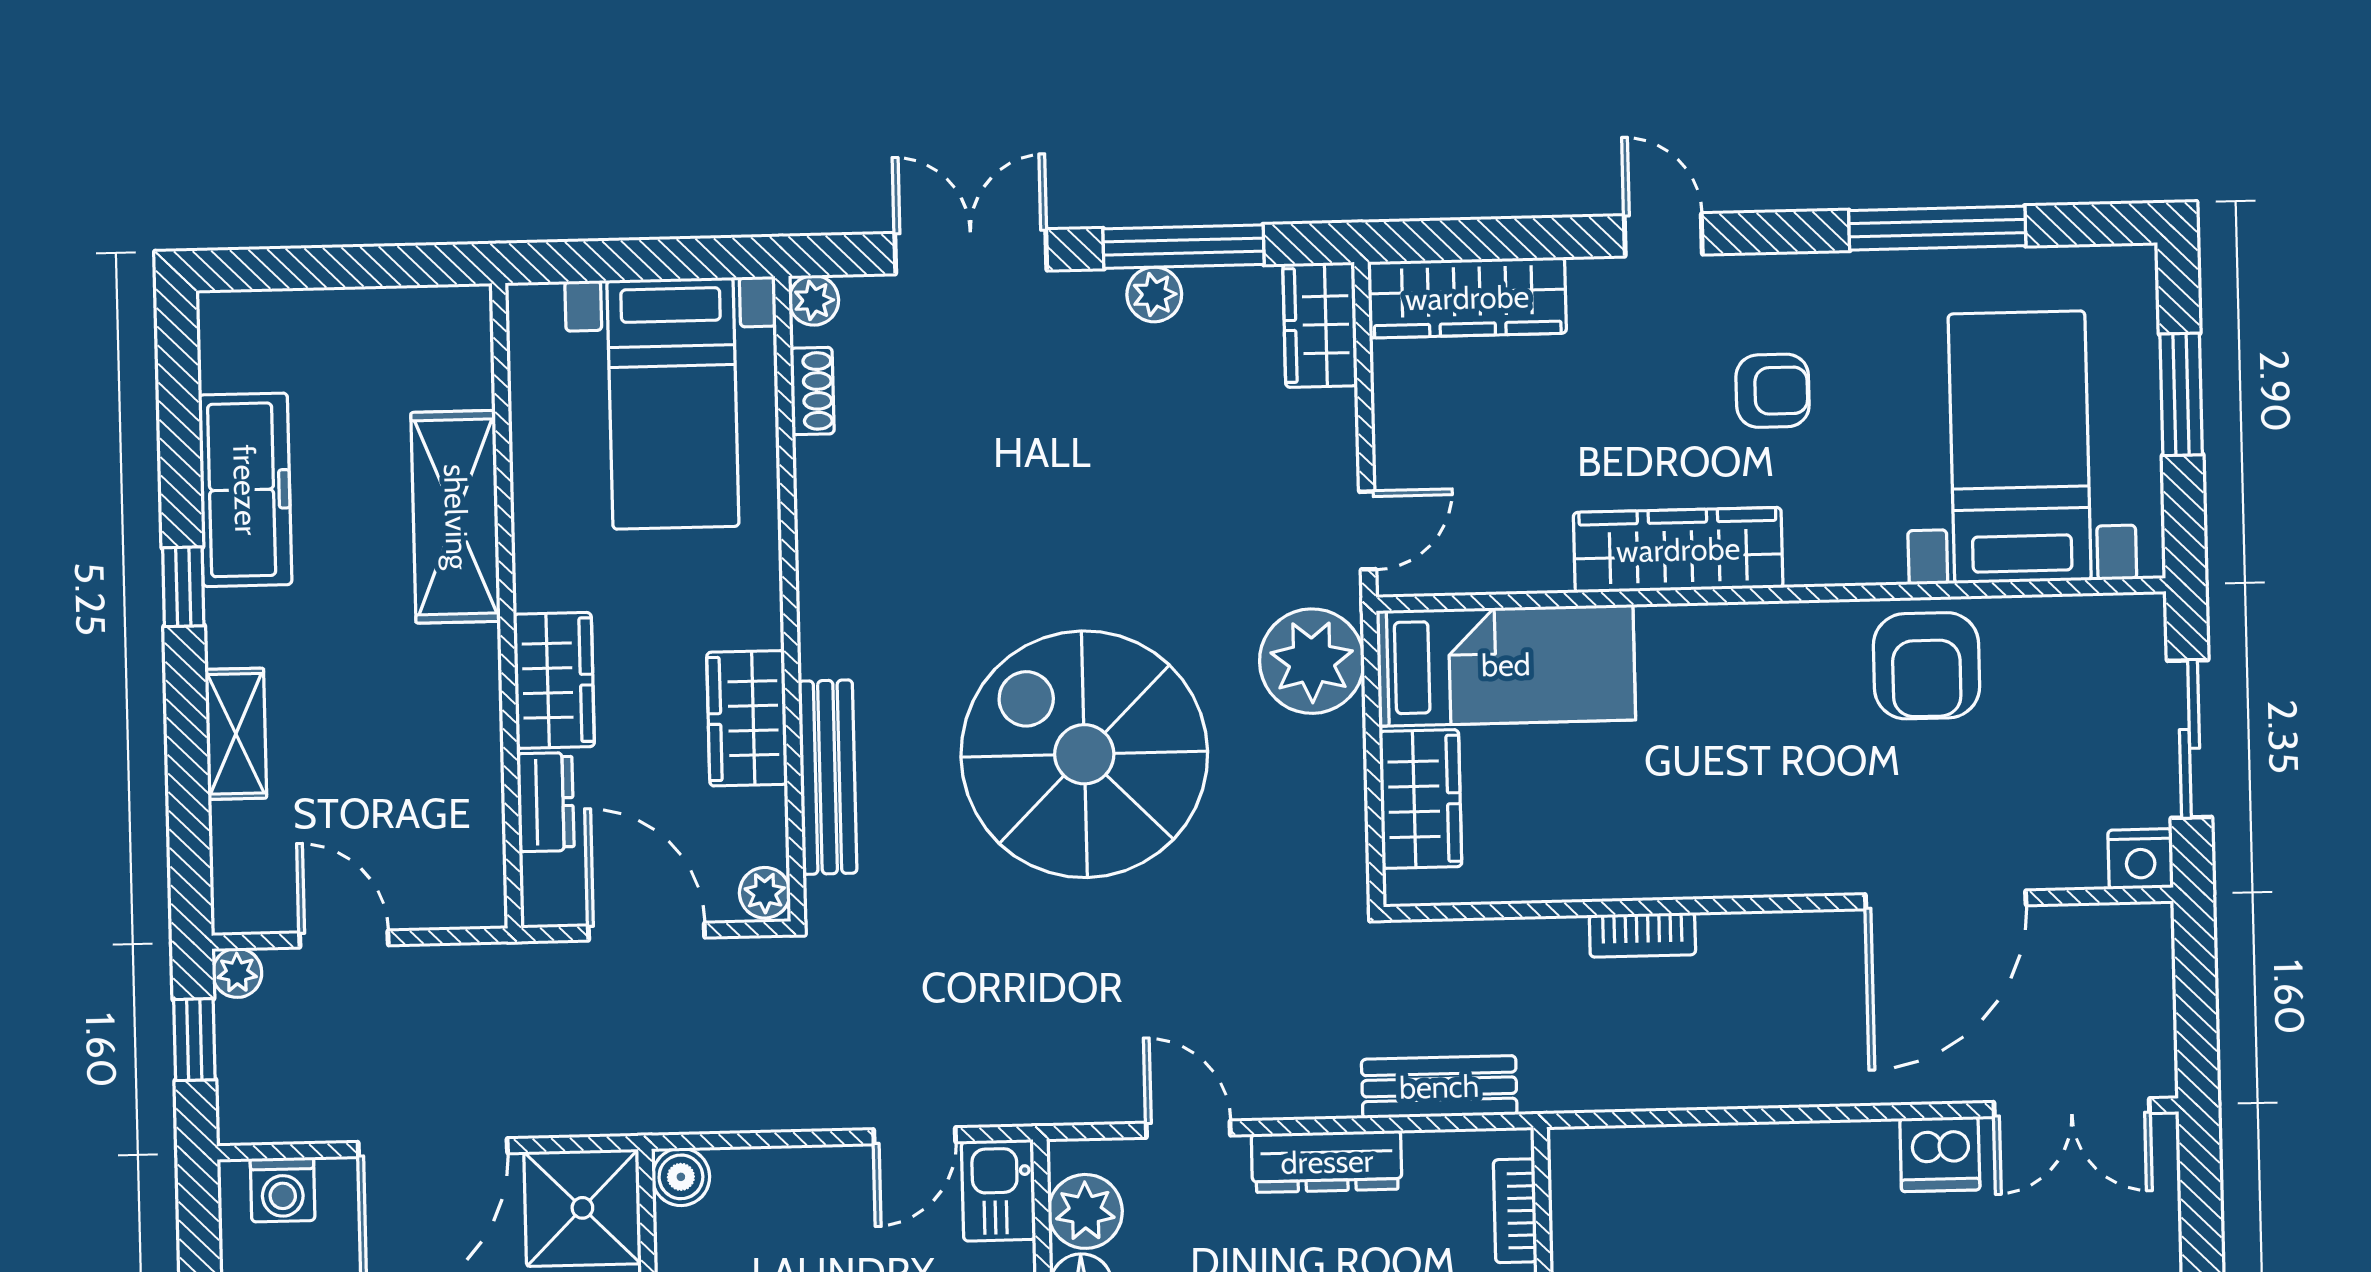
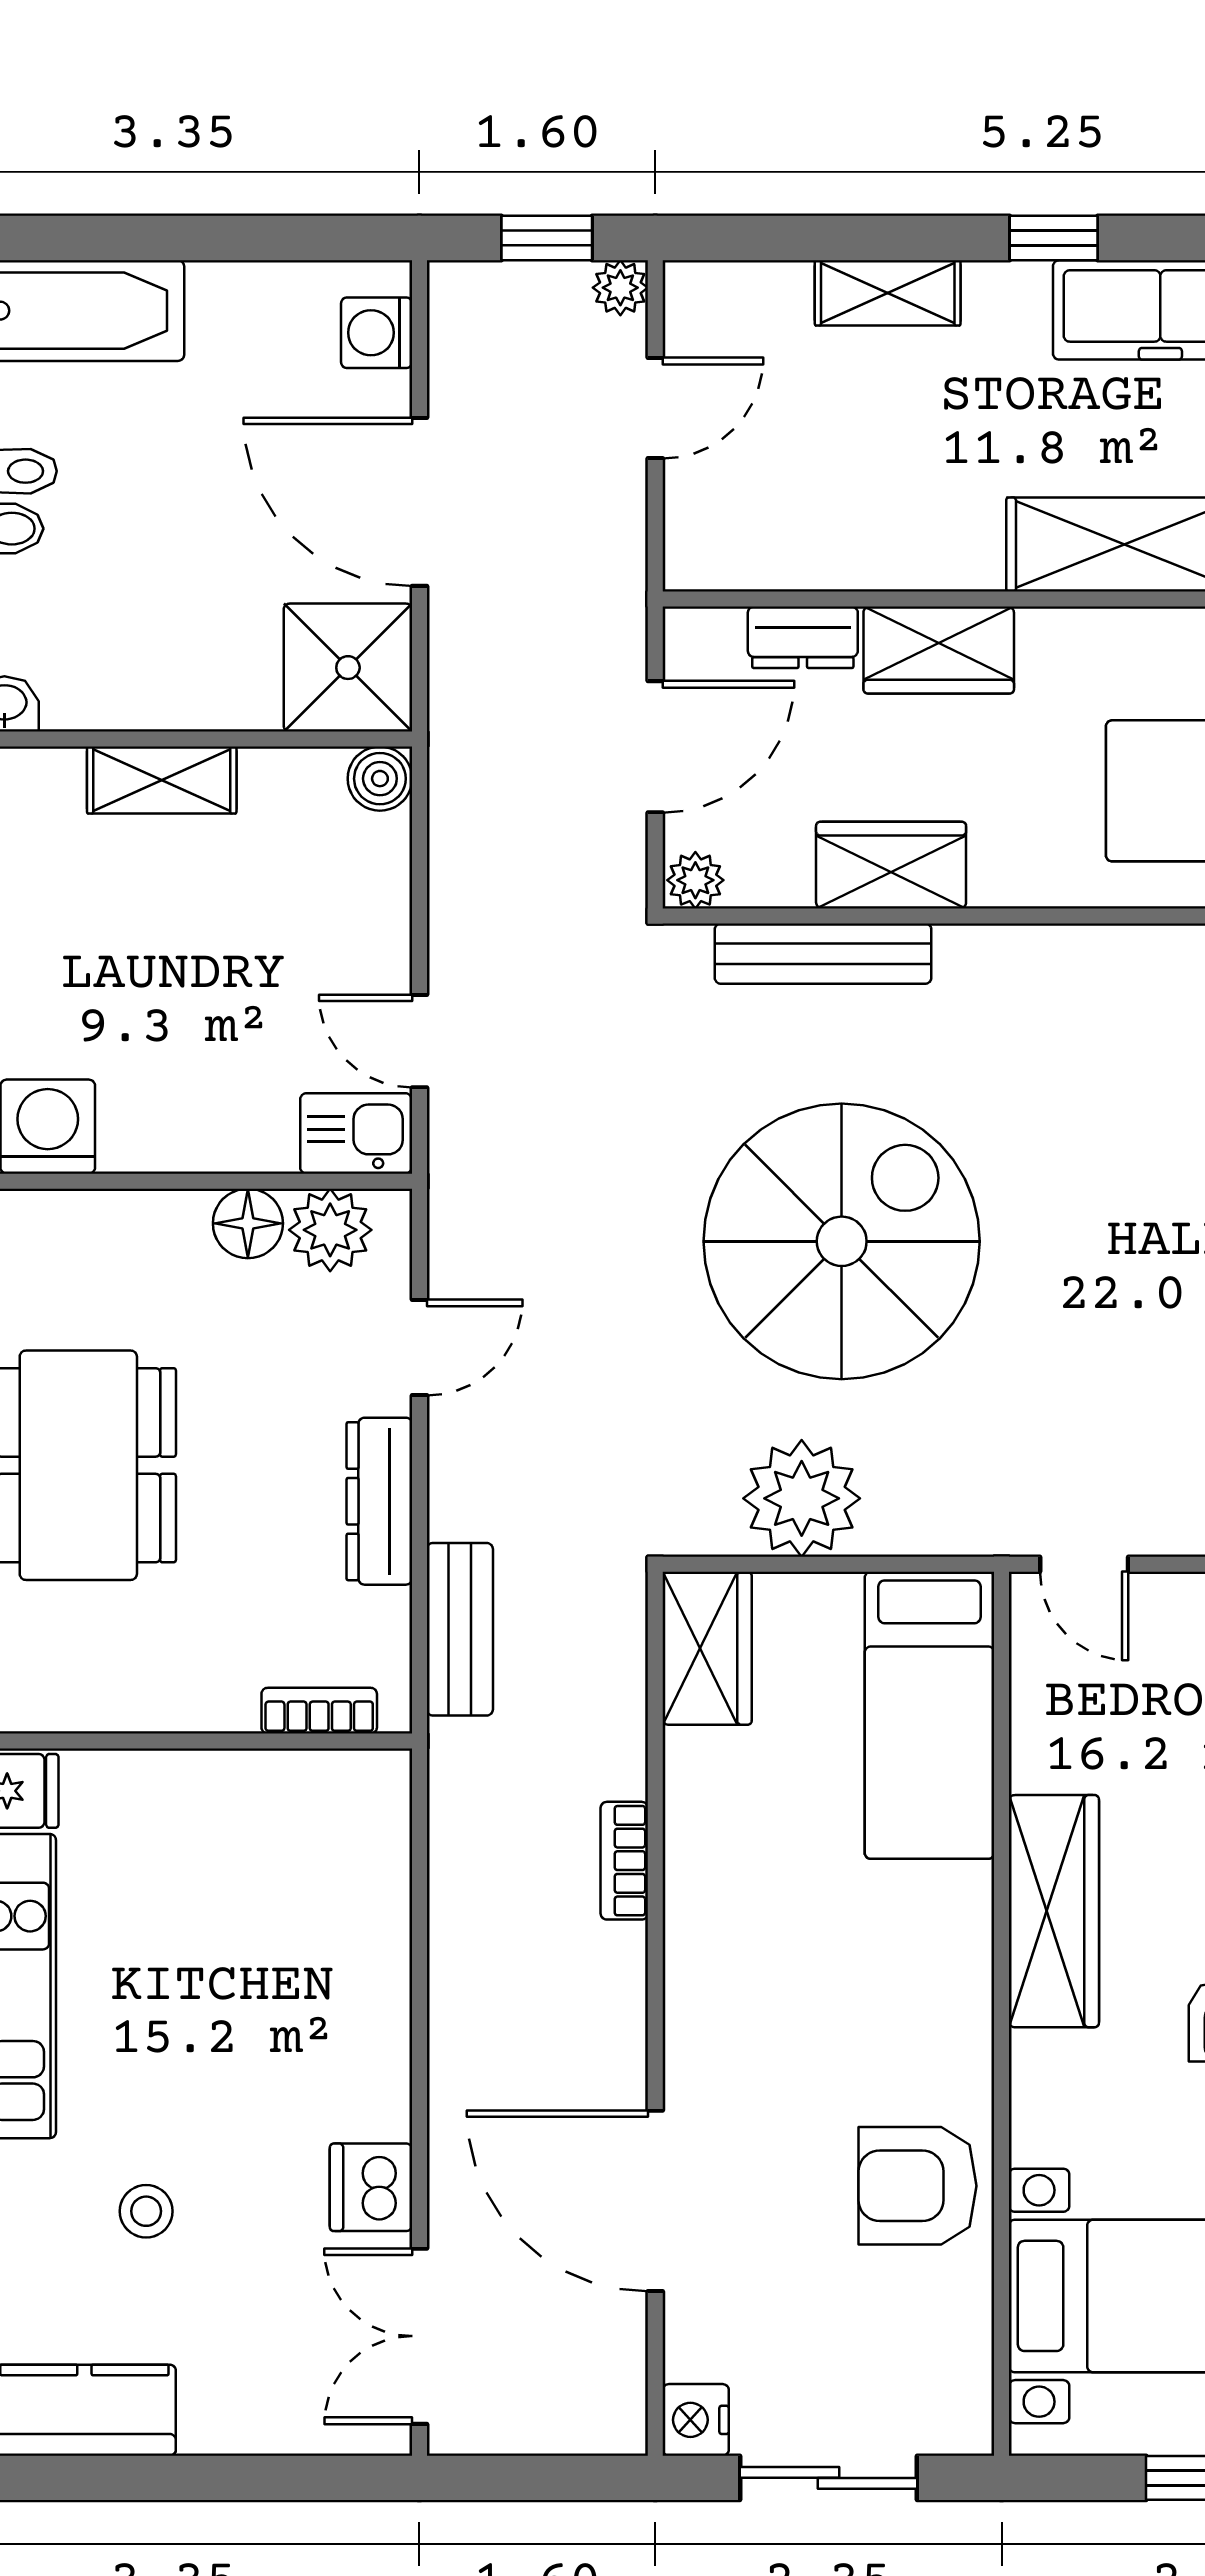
plant: (1312, 661) -> (802, 1498), moved
wardrobe: (1420, 799) -> (707, 1648), moved, turned -90

